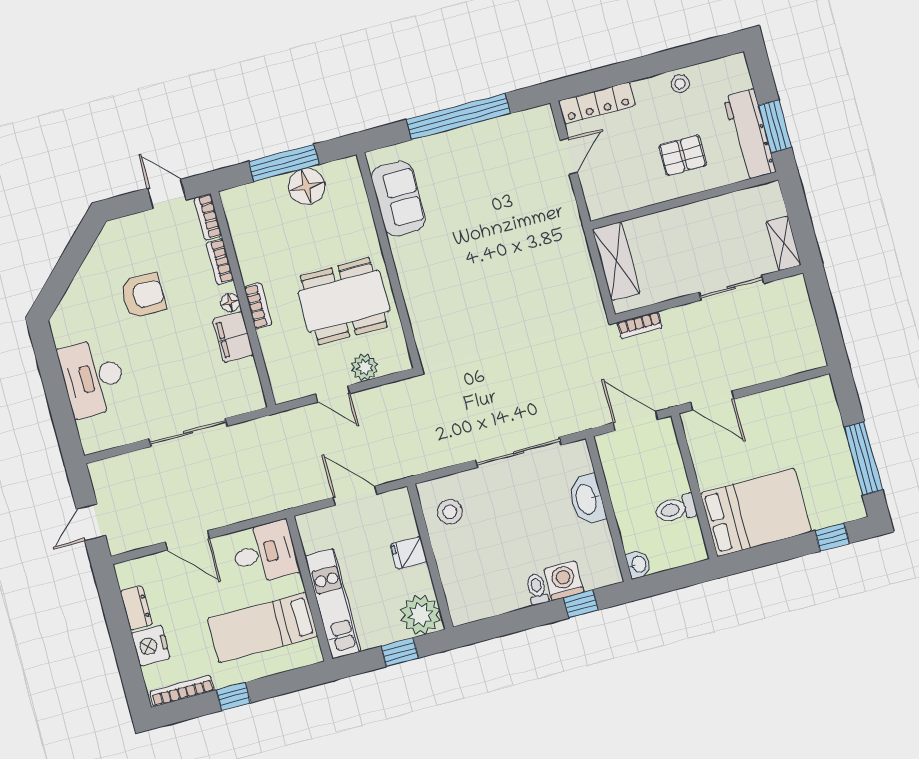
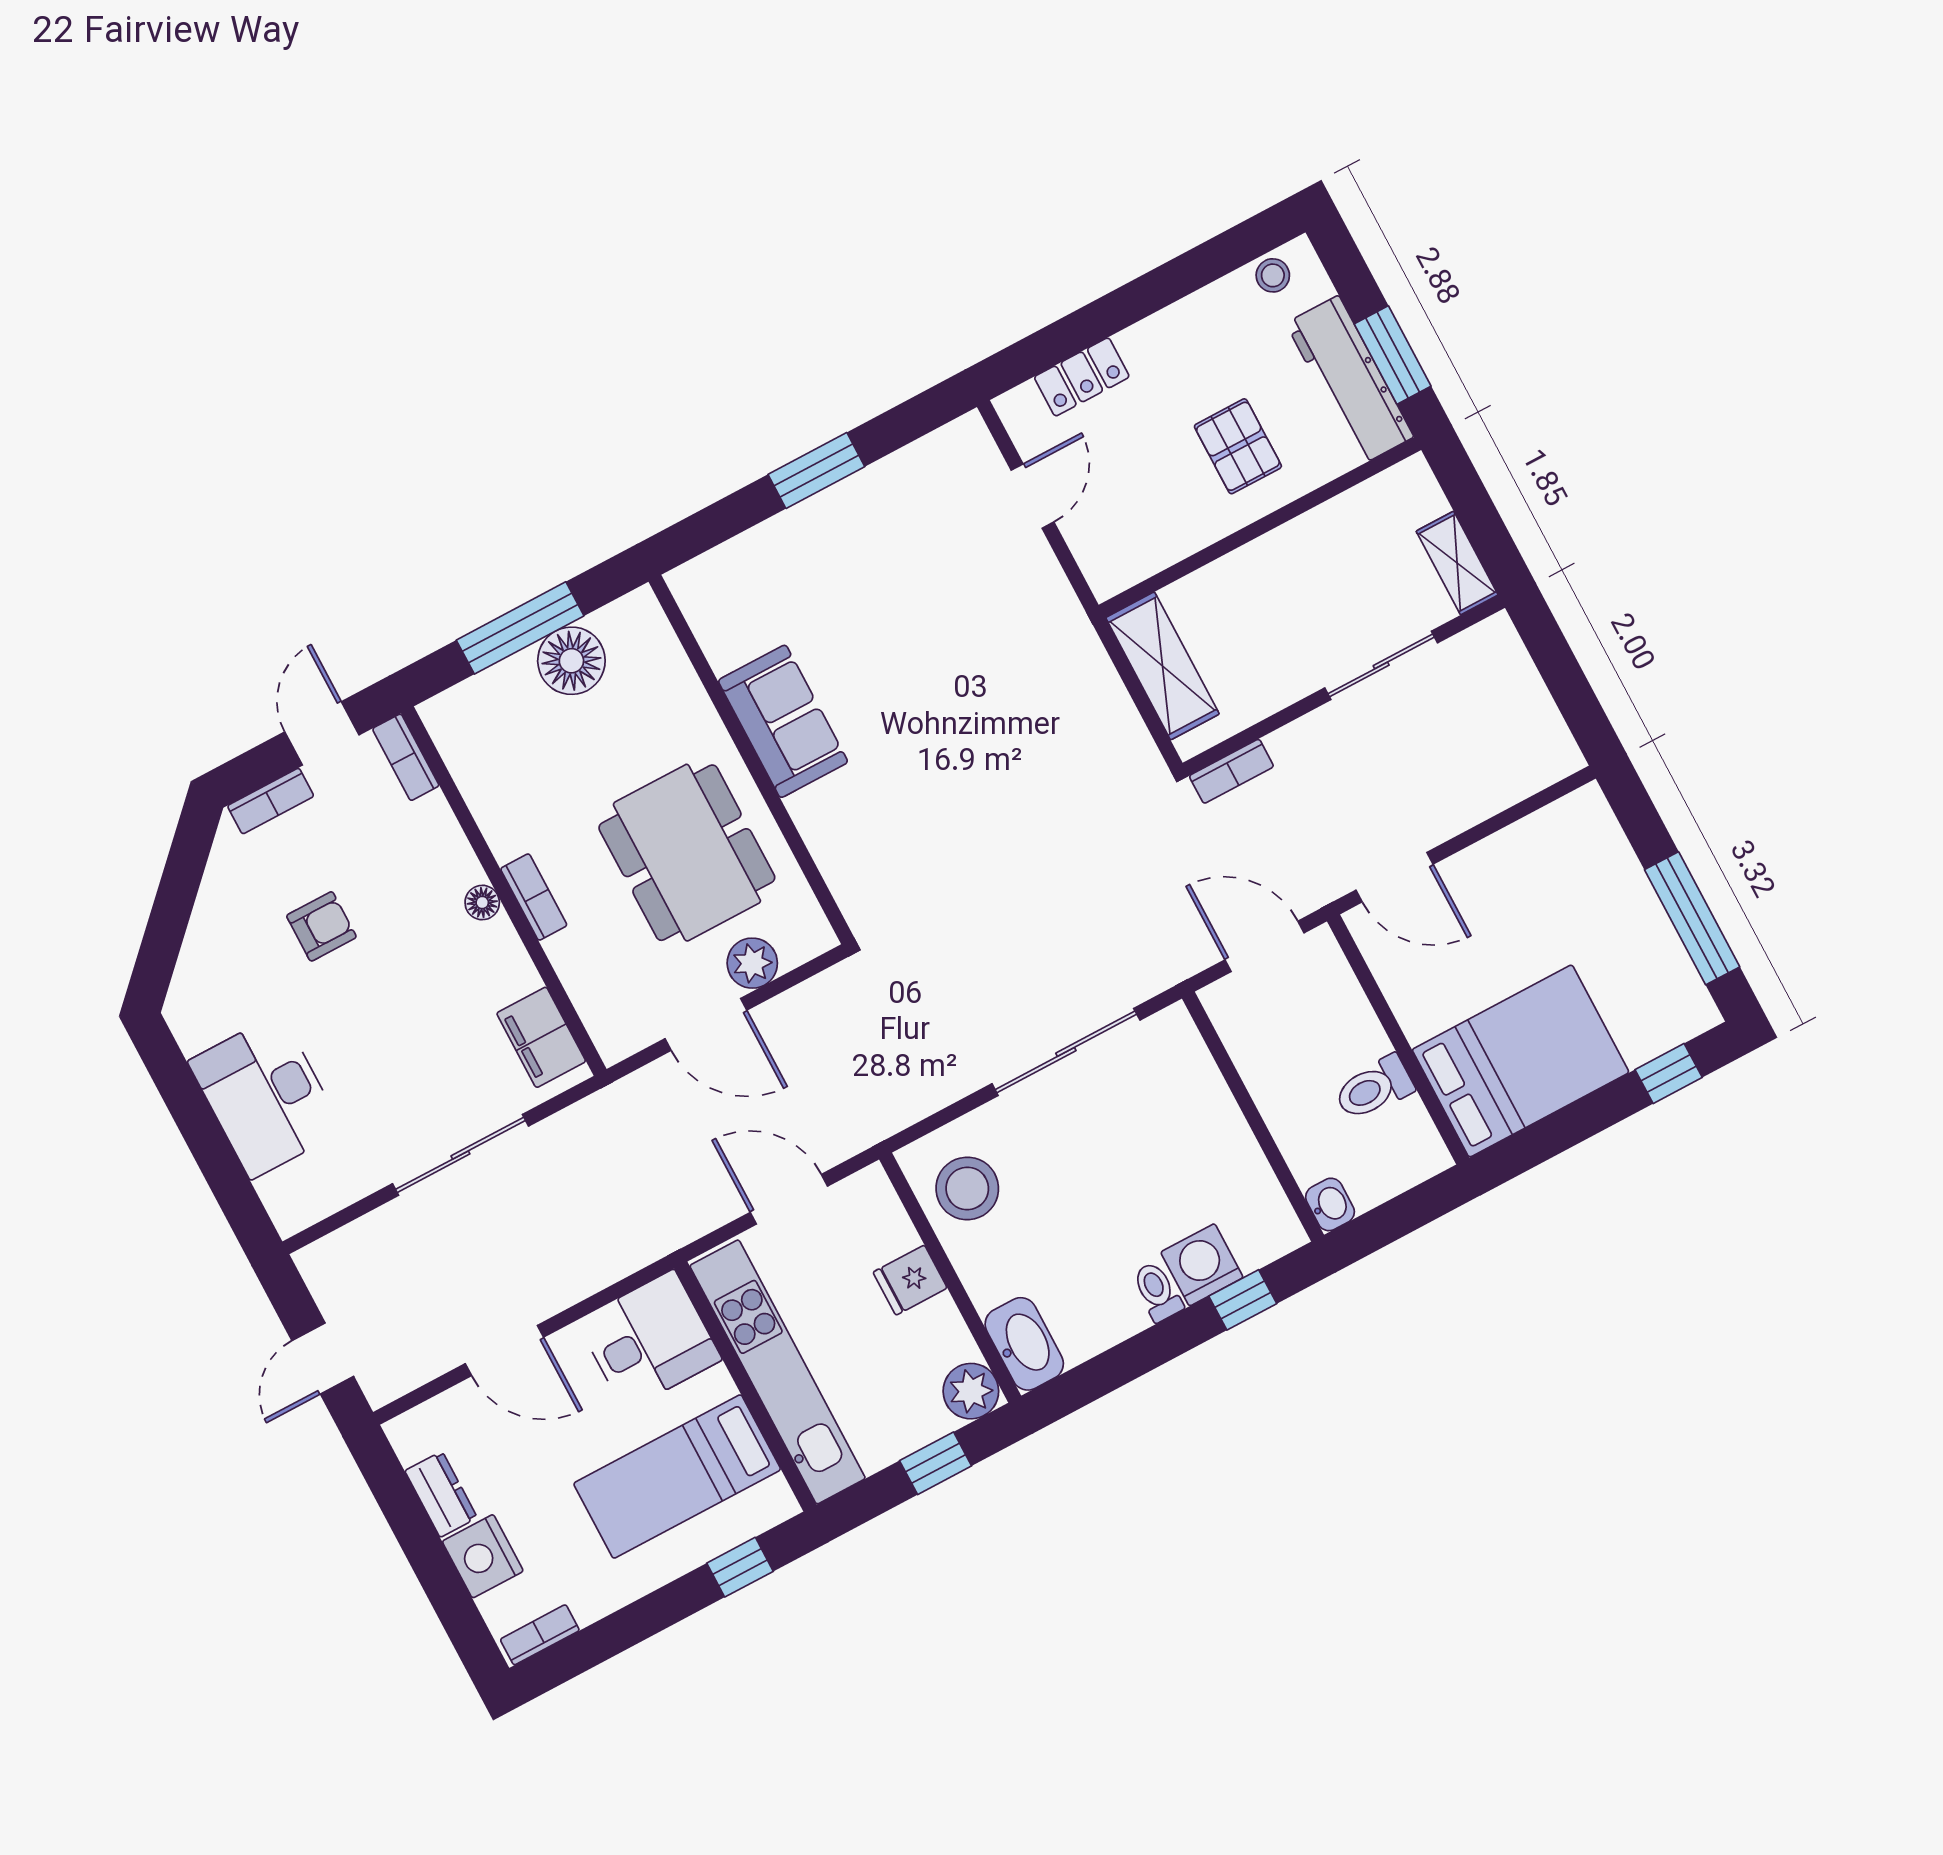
stool: (680, 84) -> (1273, 275), moved
locker: (597, 103) -> (1082, 377), width x0.66
window: (458, 116) -> (816, 470), width x0.47
pallet: (683, 155) -> (1238, 446), turned 90
door: (167, 194) -> (322, 733), hinge flipped
sofa: (398, 199) -> (783, 721), moved
bookcase: (220, 261) -> (271, 801), moved, turned -90
armchair: (143, 295) -> (321, 926), width x0.72, depth x0.72
dining table: (344, 301) -> (687, 853), turned 90
filing cabinet: (233, 337) -> (541, 1037), moved
door: (333, 394) -> (706, 1024), width x1.38
washbasin: (587, 499) -> (1024, 1344), moved, turned 180
stool: (450, 512) -> (967, 1188), width x1.38, depth x1.38
kitchen unit: (333, 604) -> (778, 1372), width x1.36
plant: (420, 615) -> (971, 1391), width x0.73, depth x0.73
bookcase: (182, 691) -> (540, 1635), width x0.64
window: (233, 696) -> (740, 1567), moved

